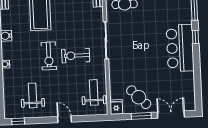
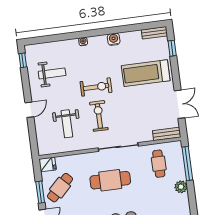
cafe table: (136, 50) -> (110, 180), added
exercise bike: (49, 56) -> (96, 87), turned 180
weight bench: (94, 92) -> (67, 124), moved, turned 90

